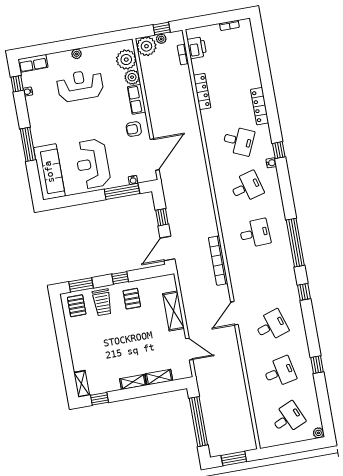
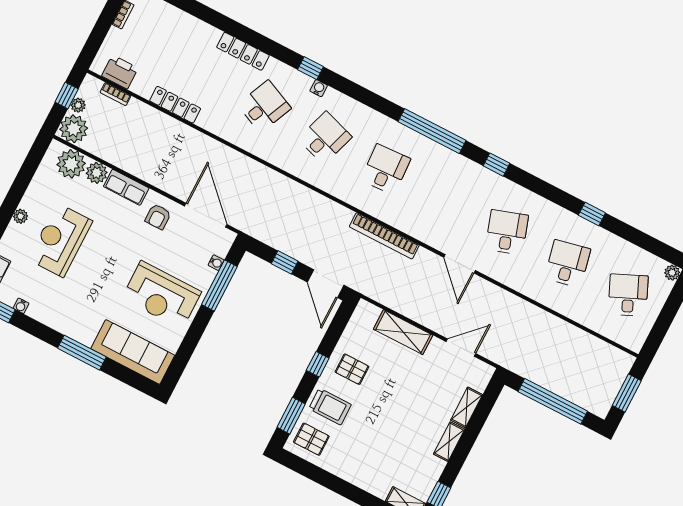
desk: (247, 187) -> (325, 138), turned 33

